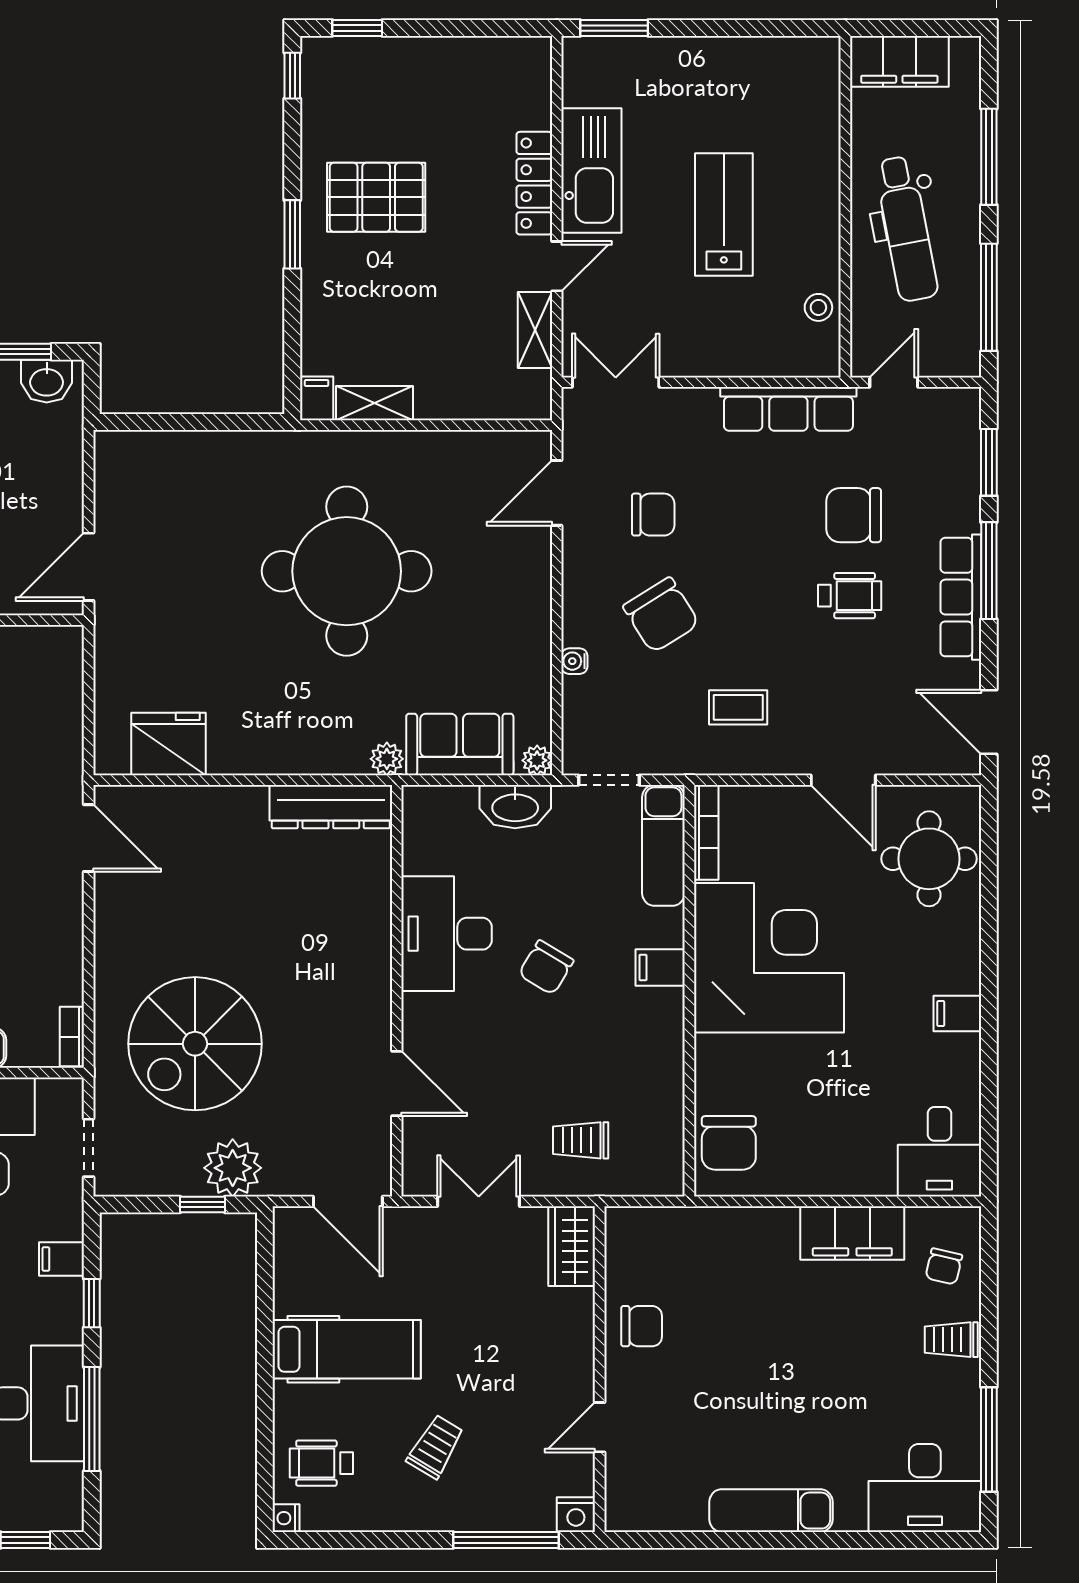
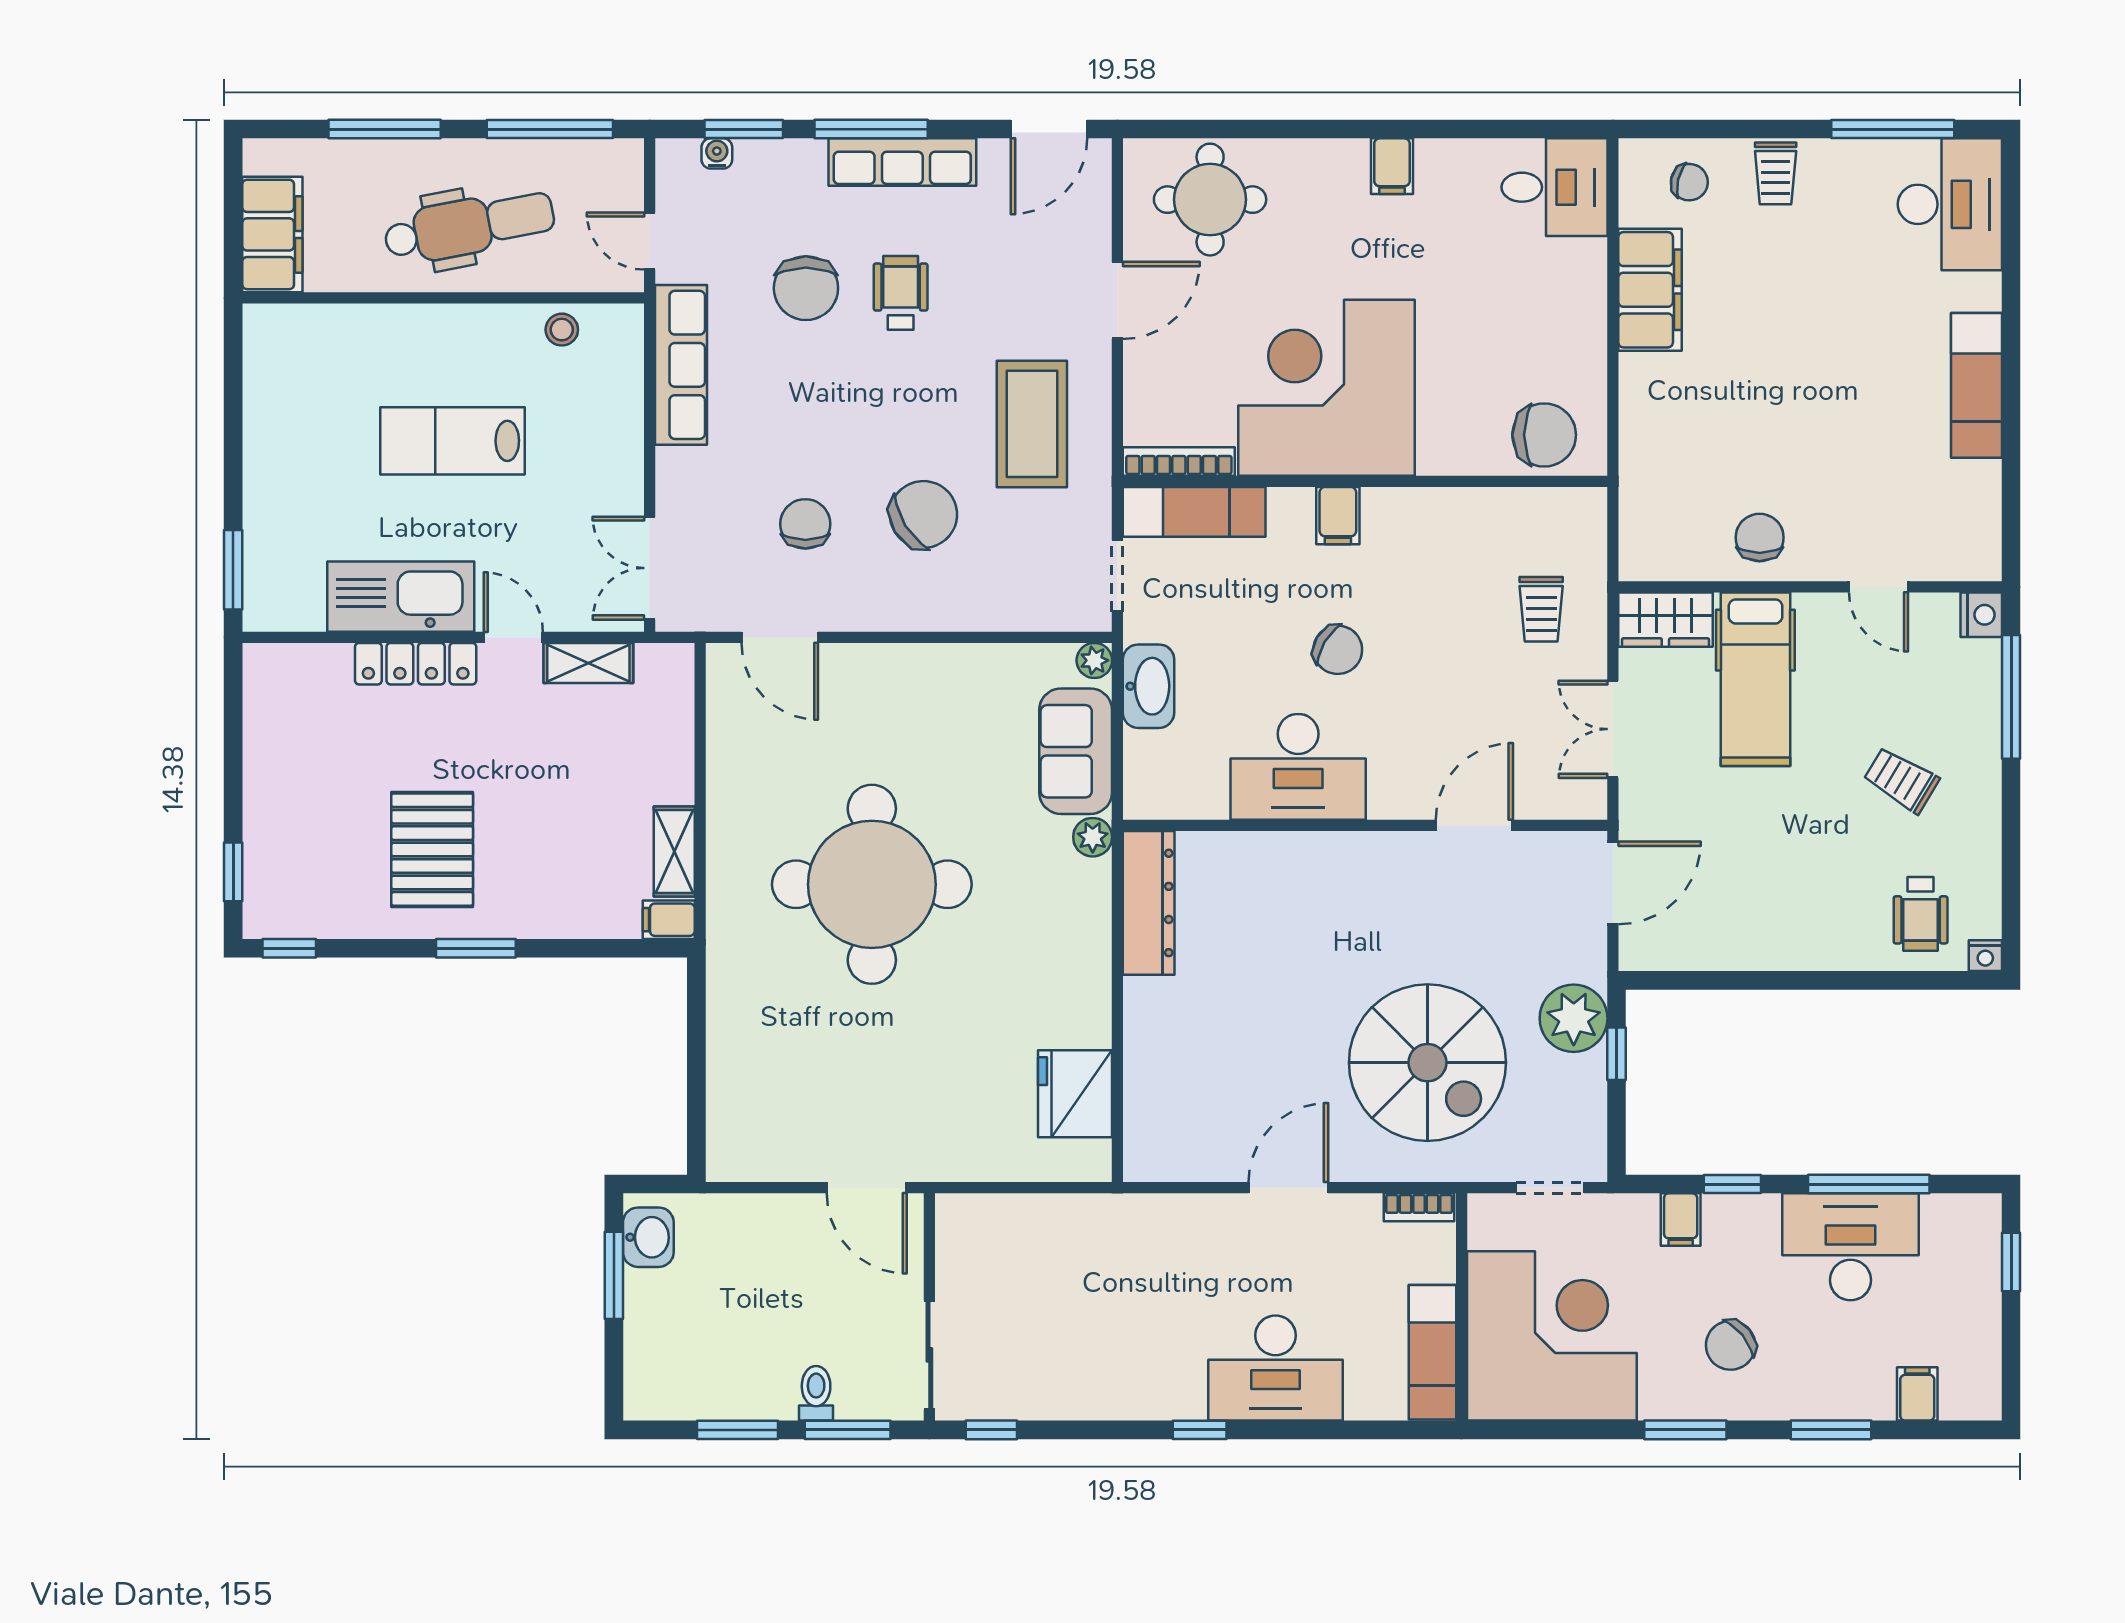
water cooler: (574, 661) -> (717, 153), moved, turned 180
coffee table: (738, 707) -> (1032, 424), width x1.86, depth x1.72
door: (89, 838) -> (1288, 1188), moved
hospital bed: (347, 1349) -> (1755, 679), moved, turned 180

